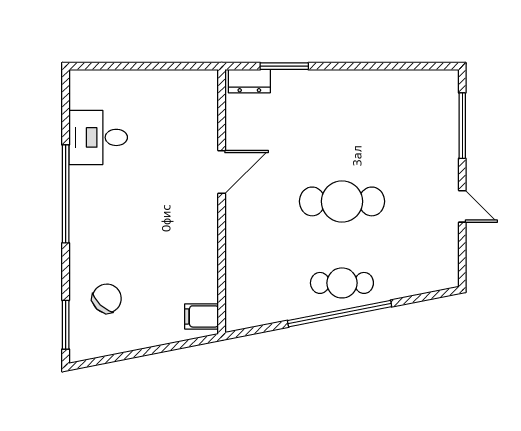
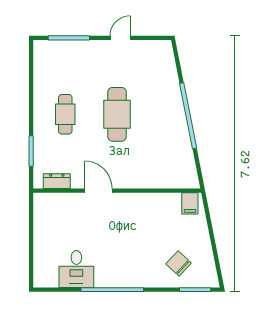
dresser: (249, 81) -> (57, 181), moved, turned -90
cafe table: (342, 283) -> (65, 114), moved

